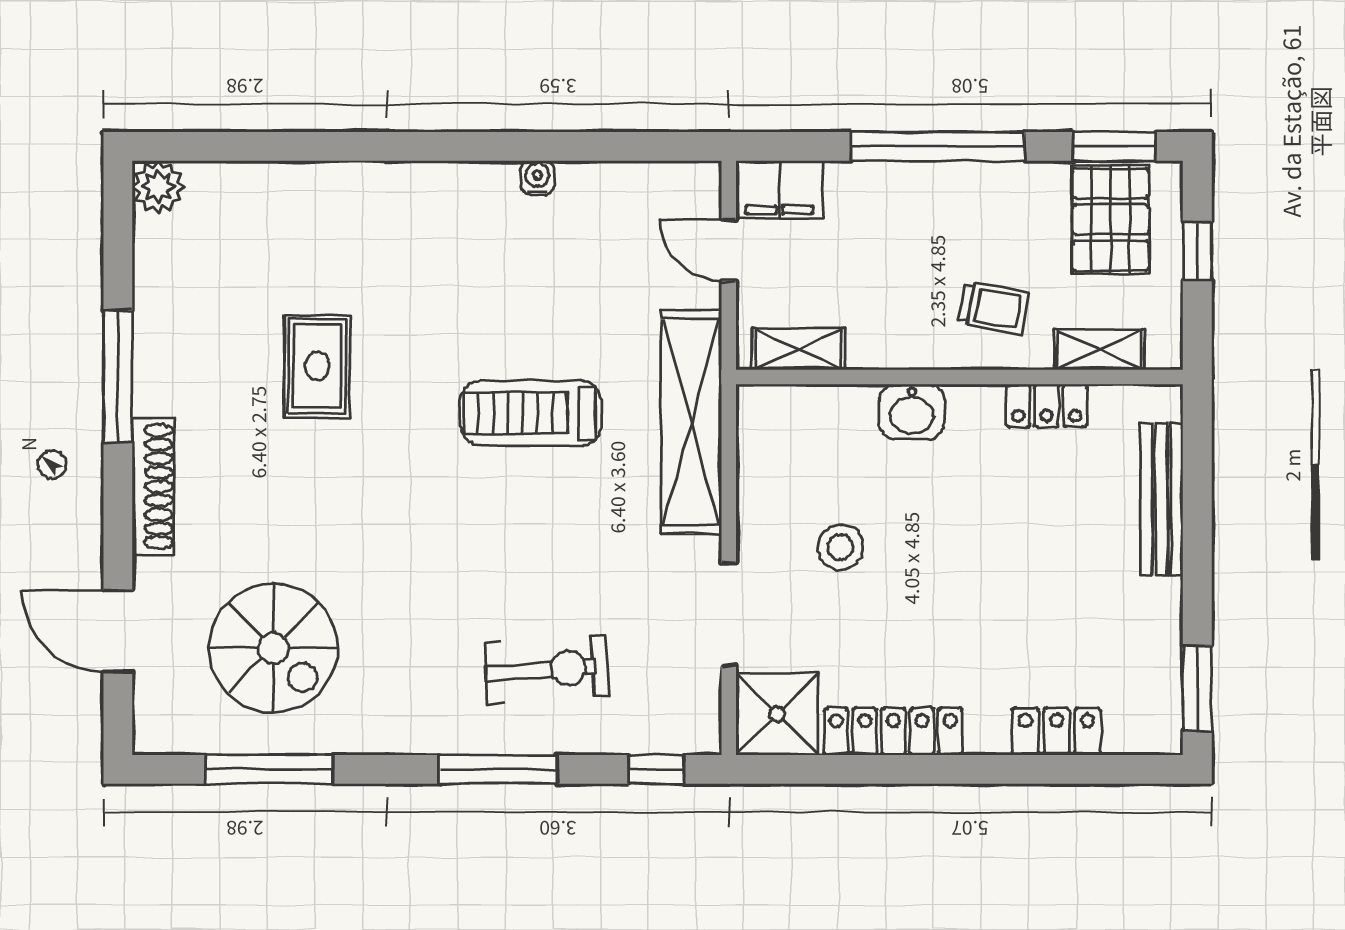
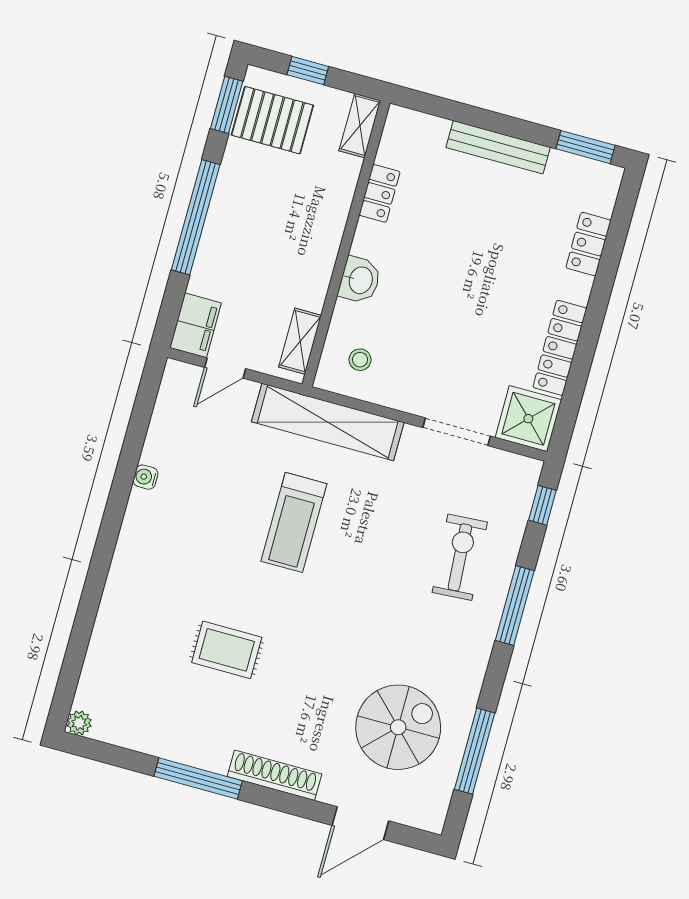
plant: (158, 187) -> (79, 723), width x0.73, depth x0.73
trolley: (993, 308) -> (308, 210), removed
shelving: (1099, 350) -> (360, 126), moved
bench: (1162, 499) -> (498, 147), moved
stool: (840, 547) -> (360, 360), moved, width x0.73, depth x0.73

